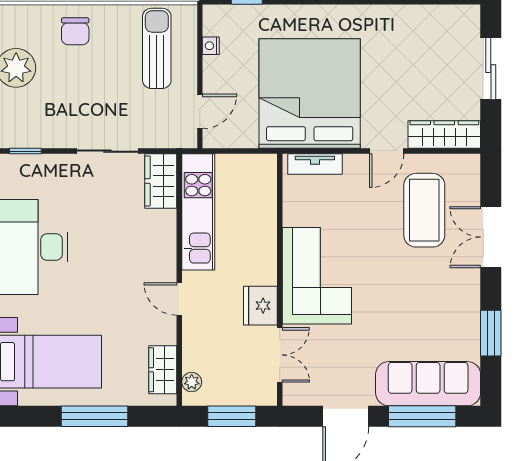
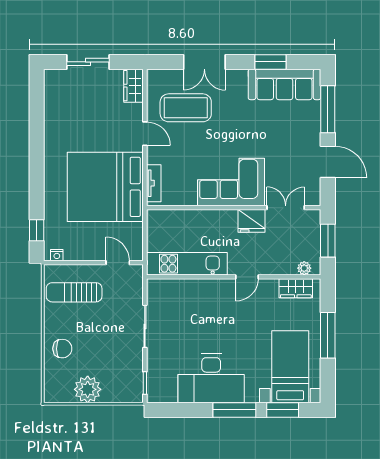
nightstand: (211, 46) -> (57, 255), moved
wardrobe: (444, 135) -> (134, 86), width x0.67
wardrobe: (161, 181) -> (166, 290), removed
sofa: (428, 384) -> (284, 84), moved, turned -90

